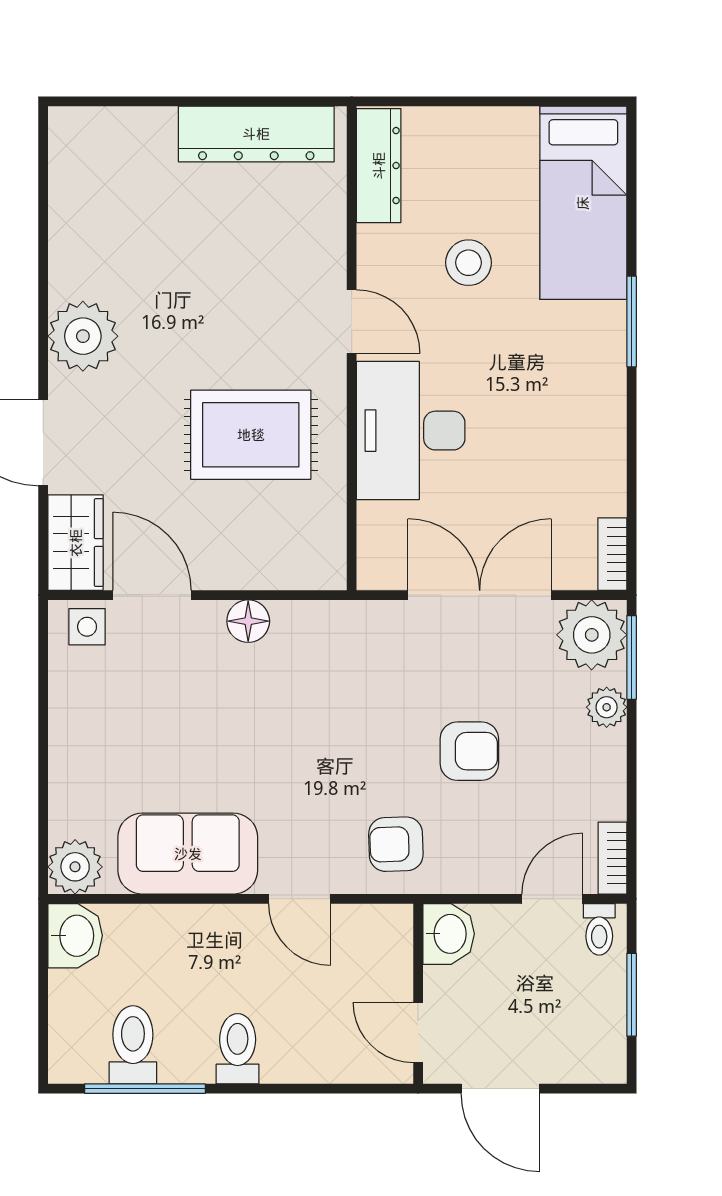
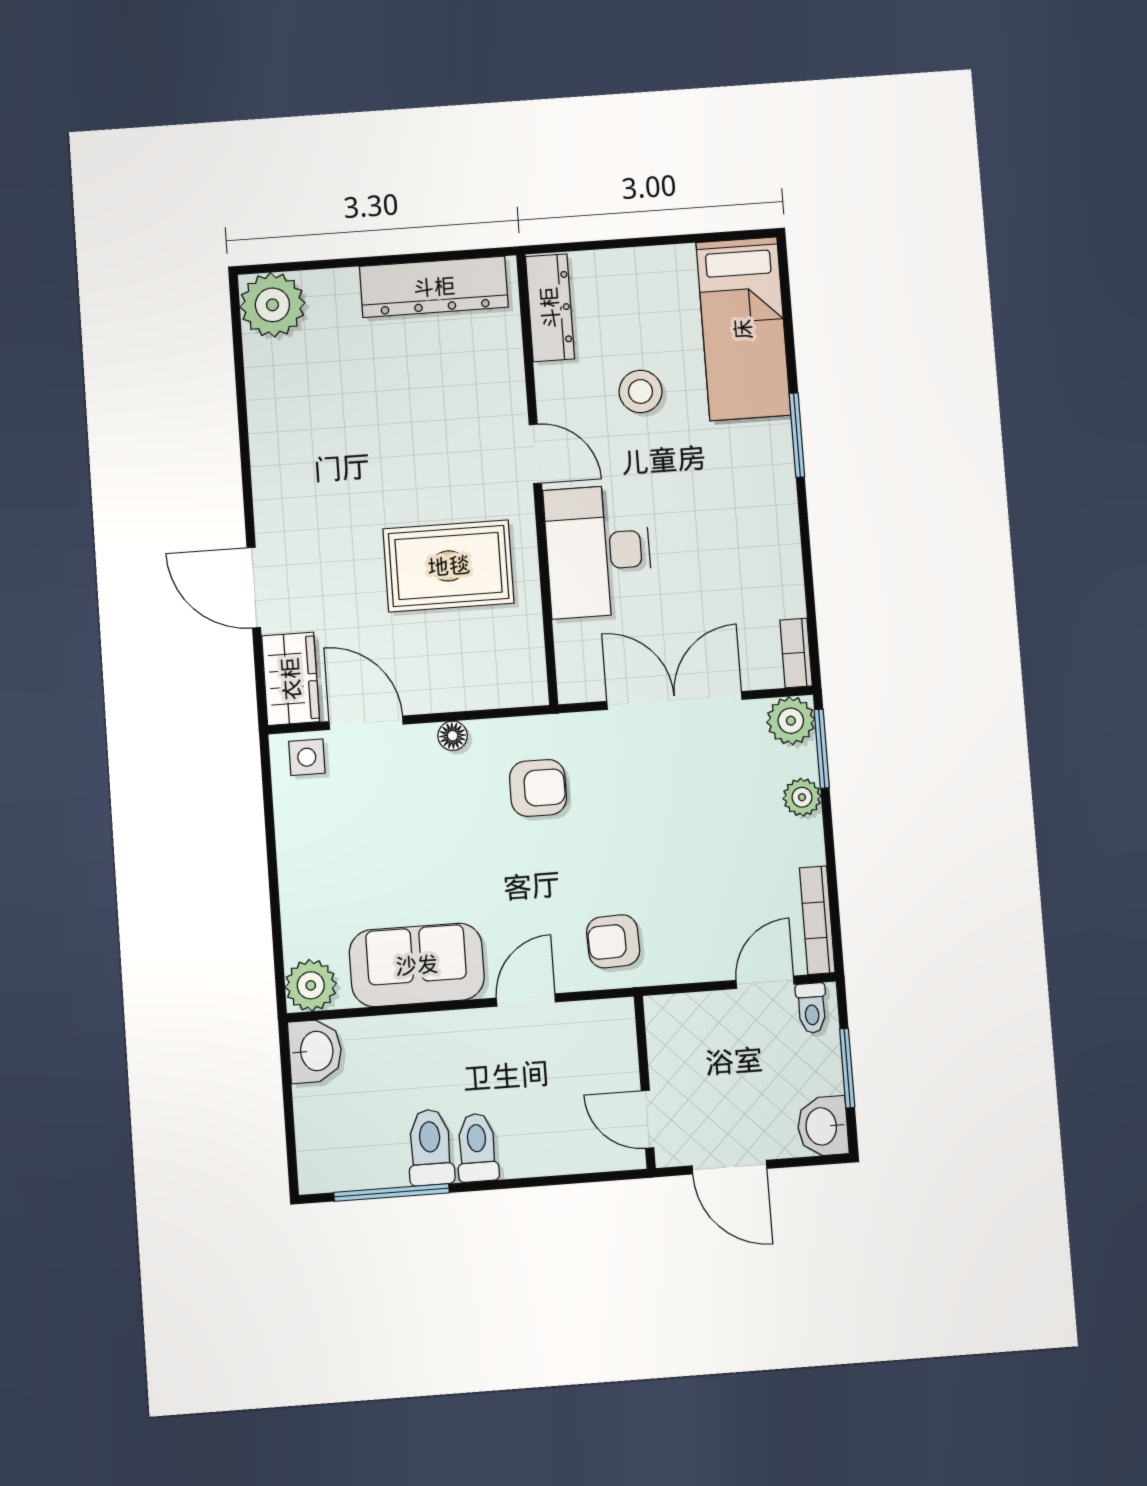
plant: (83, 336) -> (272, 305), moved
floor lamp: (248, 621) -> (453, 736), width x0.73, depth x0.73
plant: (592, 635) -> (791, 721), width x0.73, depth x0.73
armchair: (469, 751) -> (538, 788), moved
bookcase: (612, 858) -> (817, 920), width x1.56
door: (300, 899) -> (526, 1000), swing flipped
washbasin: (449, 934) -> (823, 1126), moved, turned 180
toilet: (133, 1045) -> (430, 1147), moved

